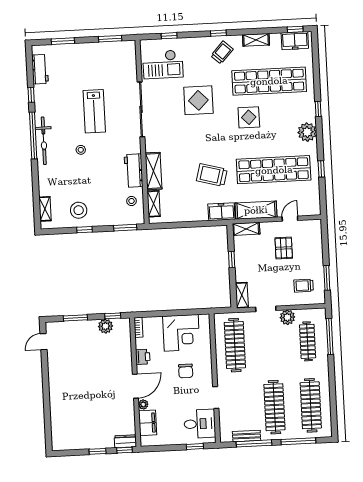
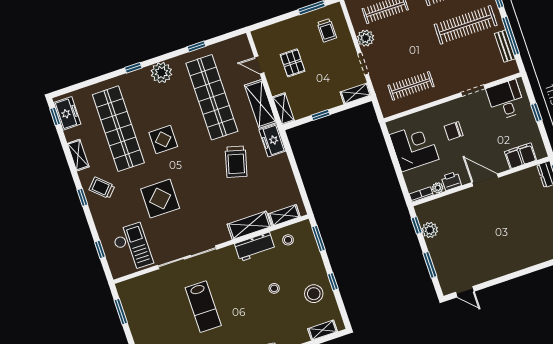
lab bench: (94, 111) -> (203, 307), turned 90
stool: (81, 150) -> (274, 288), moved
pallet: (284, 248) -> (293, 63), turned 90
clothes rail: (235, 345) -> (411, 86), width x0.73, depth x0.76
chair: (186, 371) -> (454, 131), turned 180
plant: (143, 404) -> (438, 188), moved
window: (195, 446) -> (536, 112), moved

